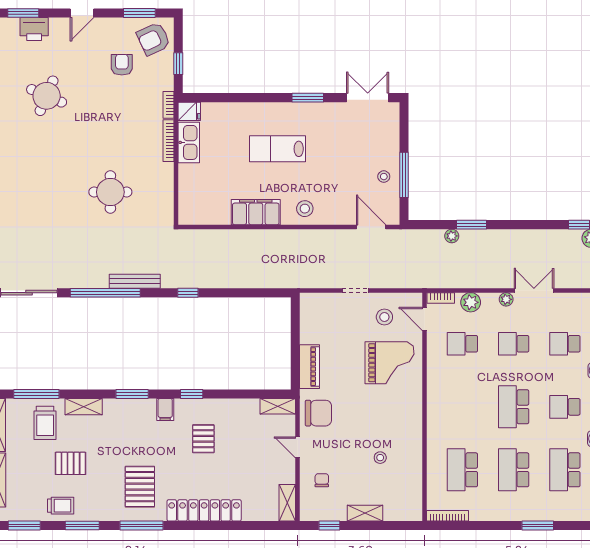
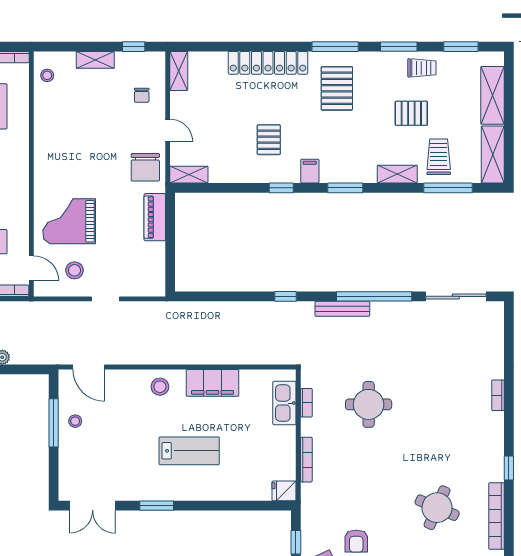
bookcase: (168, 105) -> (306, 403), moved
kitchen sink: (189, 142) -> (284, 403), moved
chair: (318, 413) -> (145, 167), turned -90
stool: (380, 458) -> (47, 75), moved
trolley: (61, 506) -> (422, 68), turned 180

